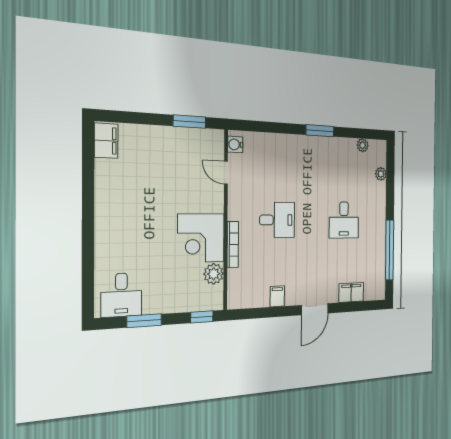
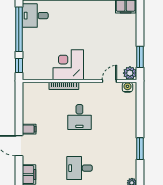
plant: (214, 274) -> (130, 73), moved
filing cabinet: (277, 296) -> (29, 129), moved
window: (144, 321) -> (19, 29), width x2.11

